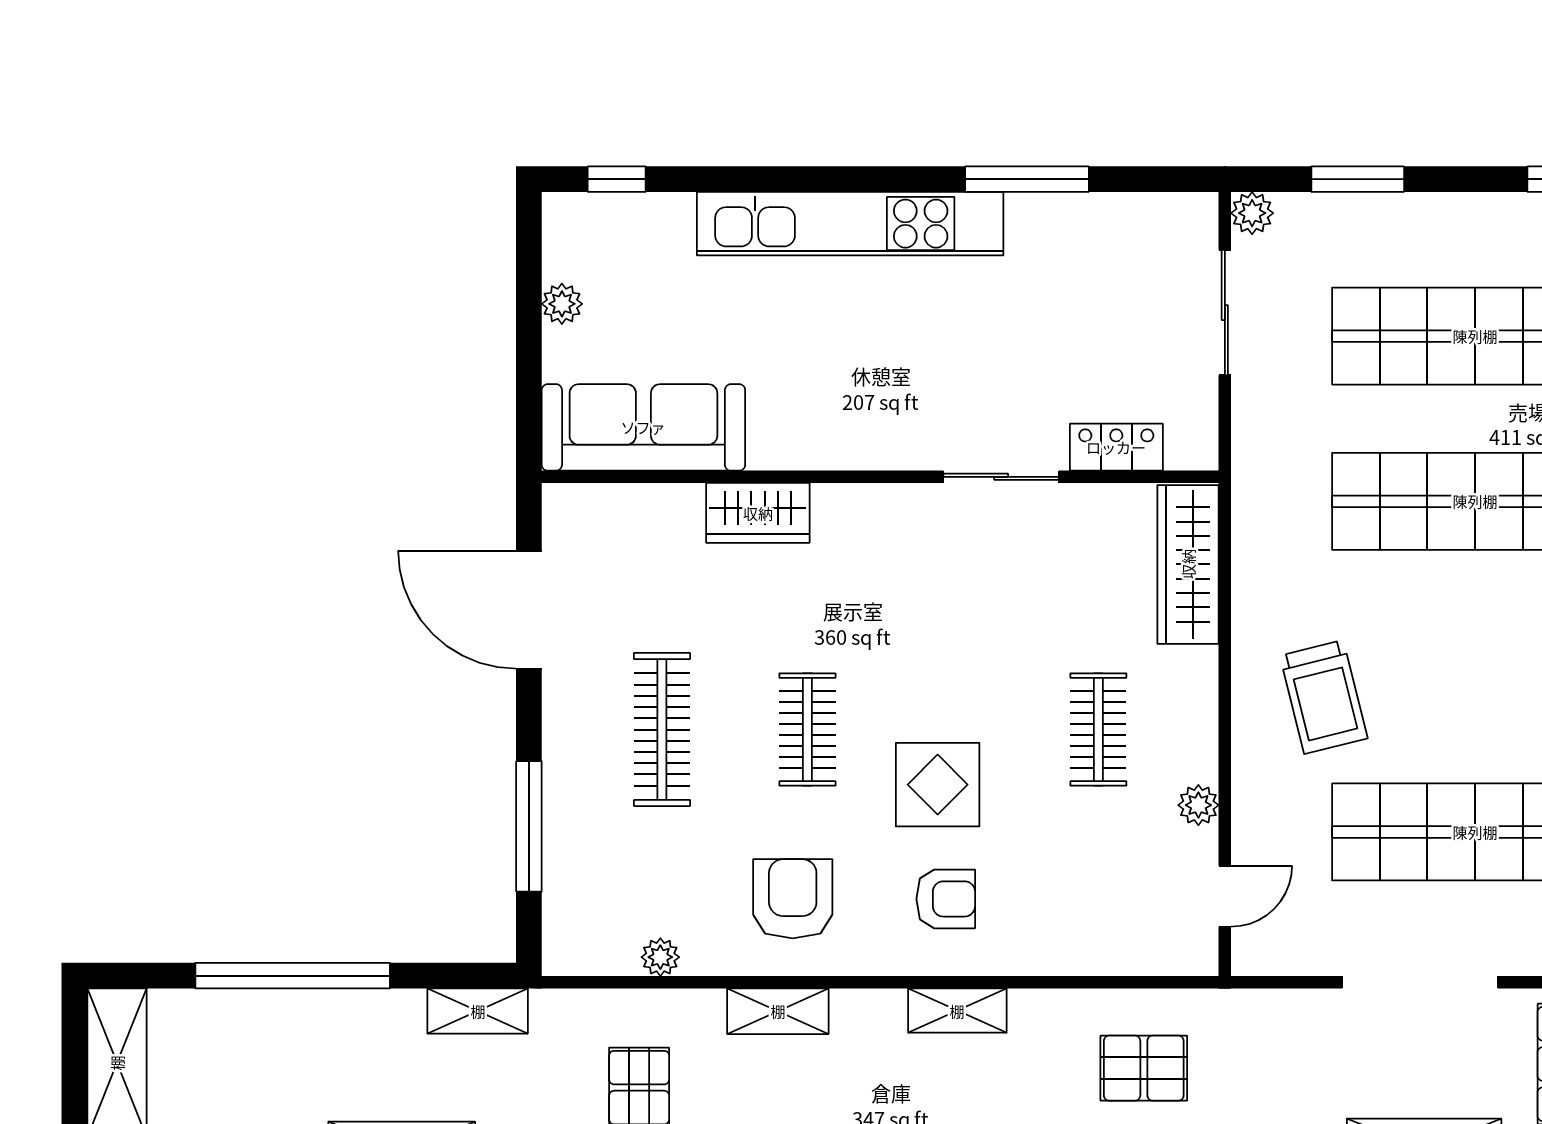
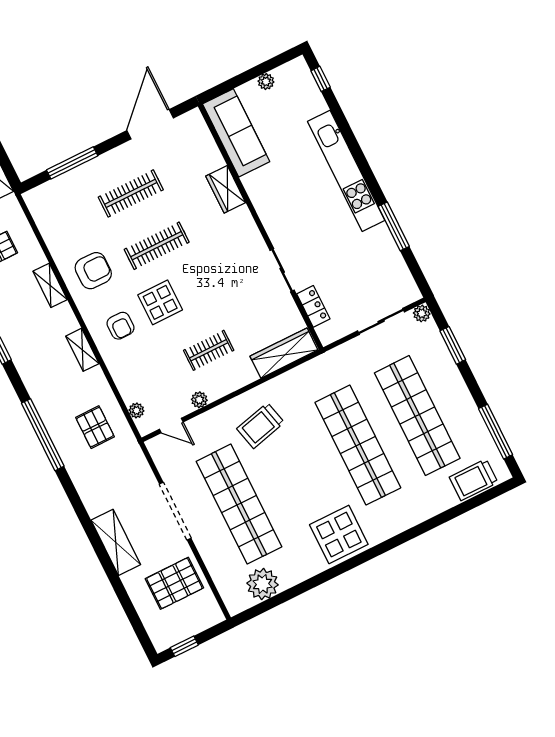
clothes rail: (807, 730) -> (157, 246), width x1.36
plant: (660, 957) -> (136, 410), moved

